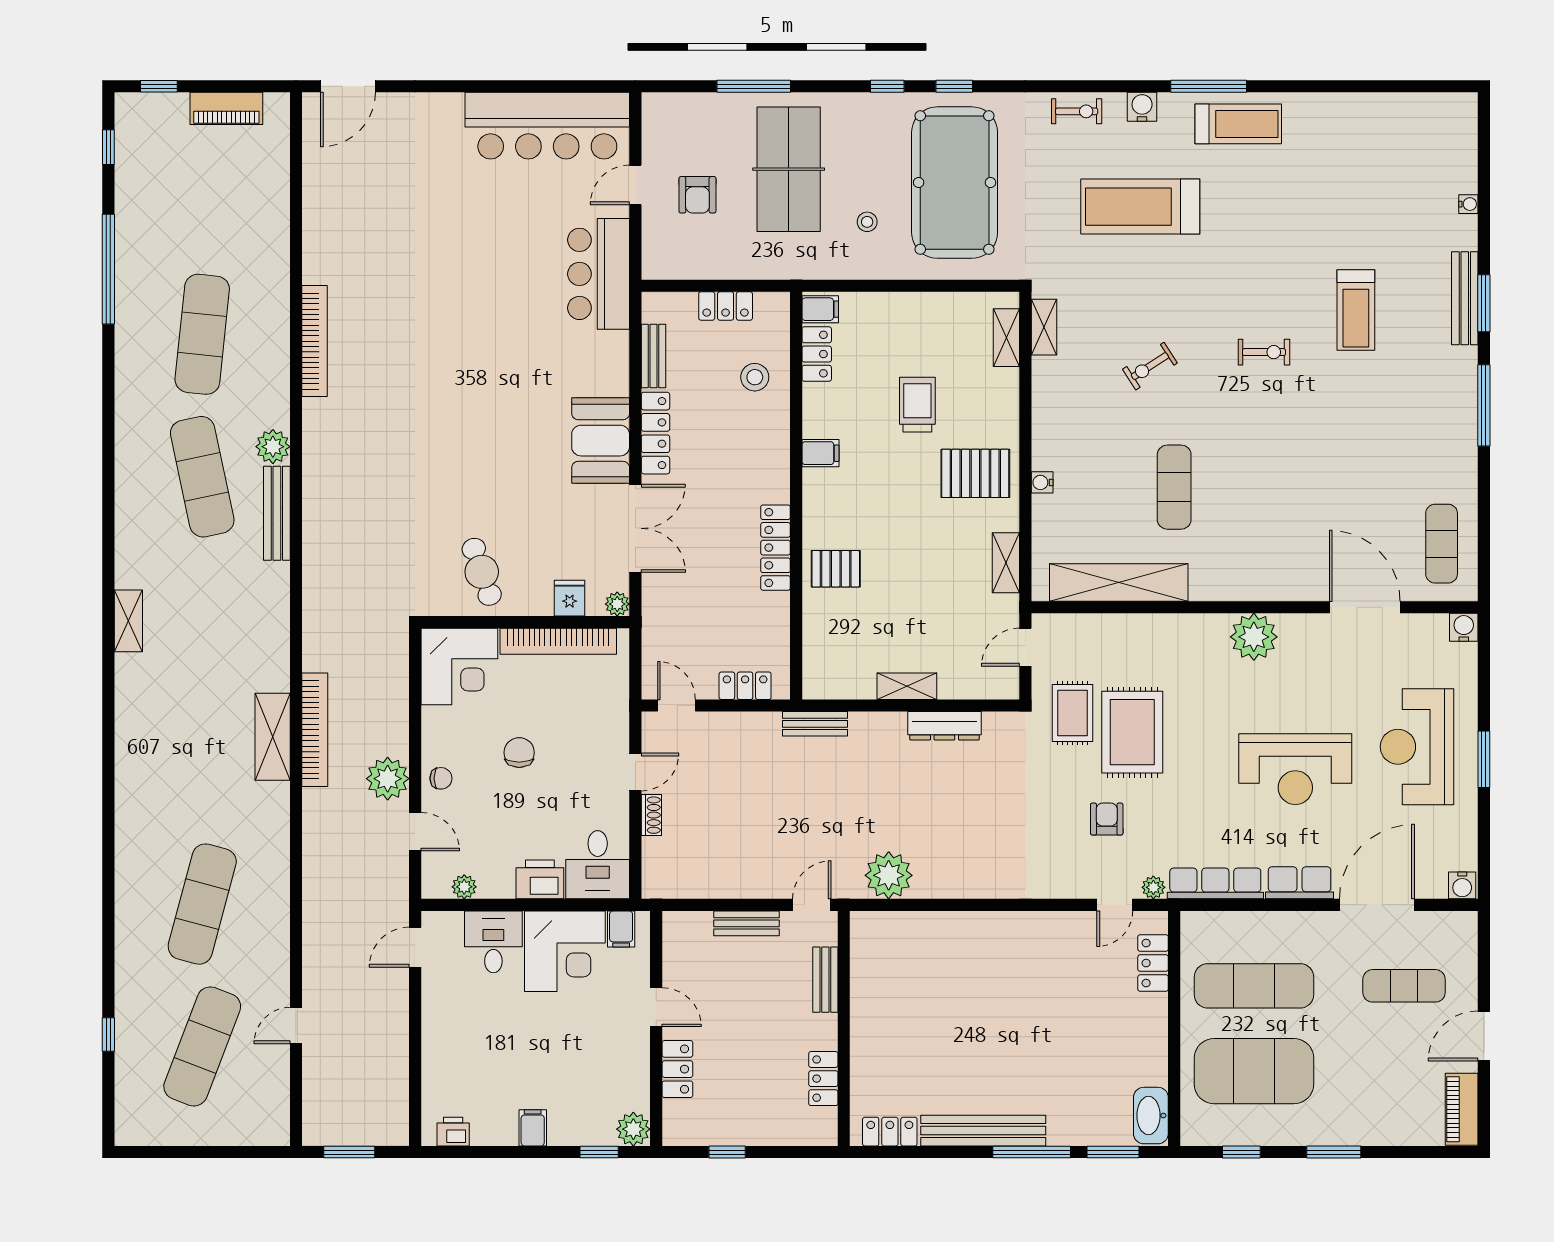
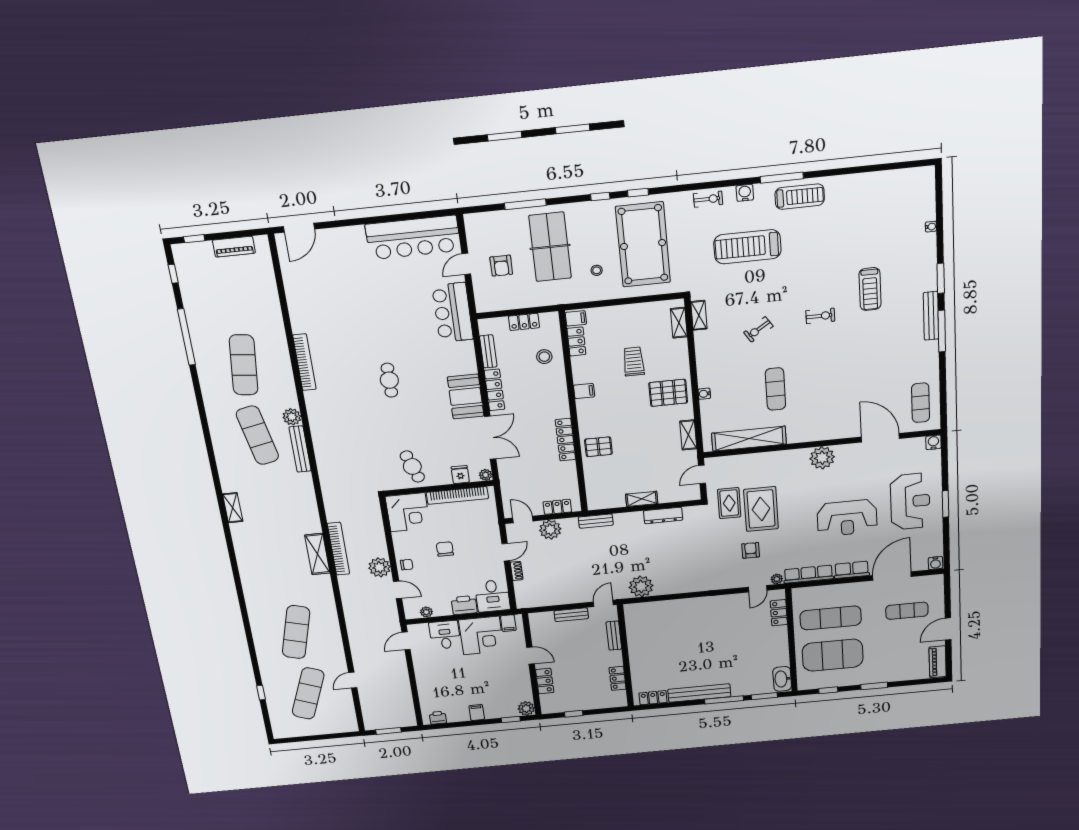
bench: (1465, 298) -> (931, 316), moved
cafe table: (465, 393) -> (389, 380), added
plant: (726, 733) -> (550, 530), added
reception desk: (1417, 747) -> (910, 501), turned 180

